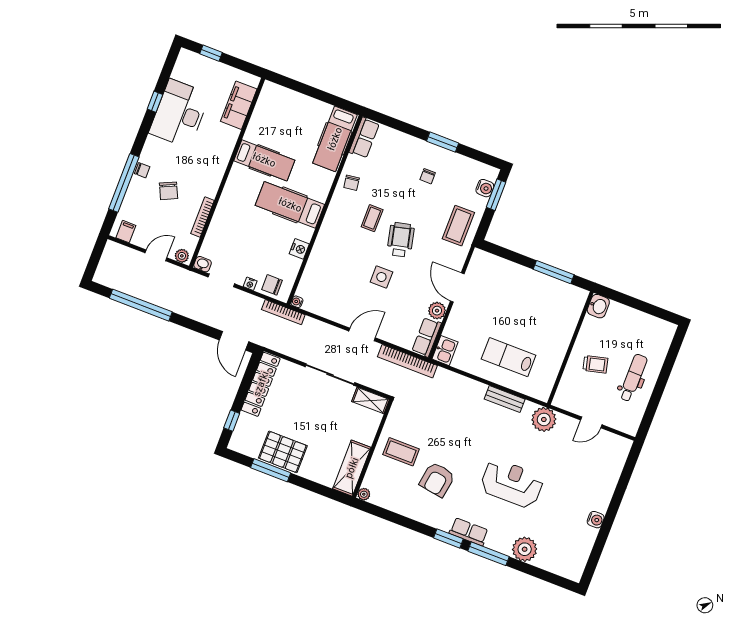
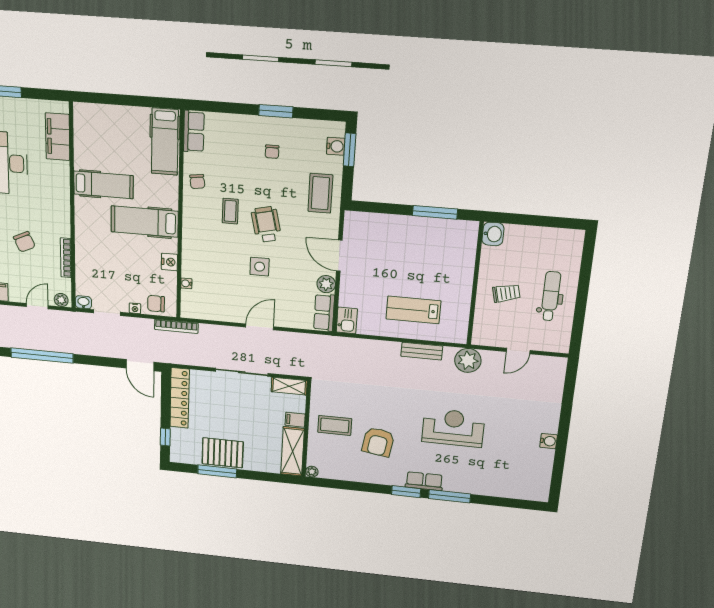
water cooler: (297, 302) -> (186, 283), moved
bookcase: (407, 361) -> (313, 340), removed
filing cabinet: (365, 436) -> (295, 420), added
plant: (525, 549) -> (484, 484), removed

